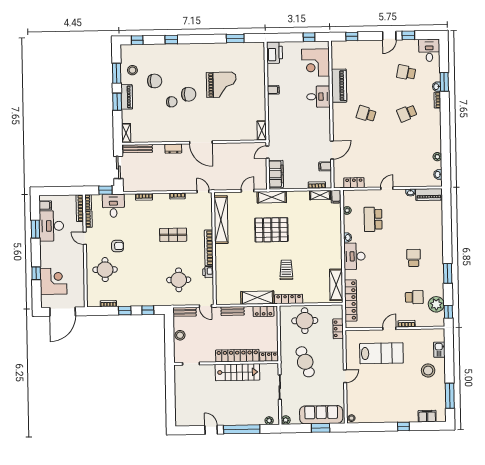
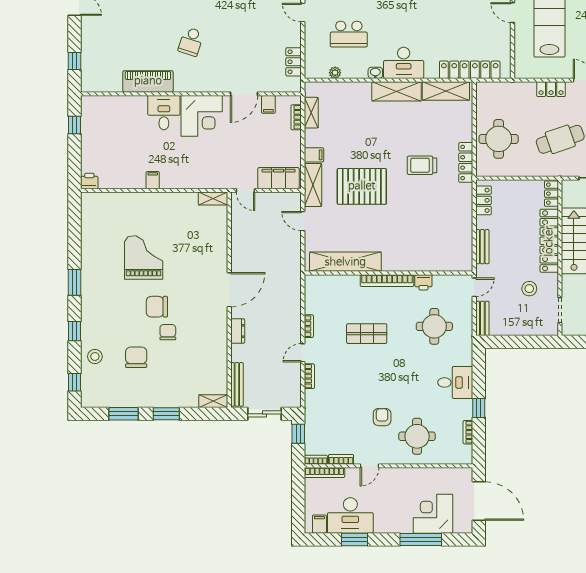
window: (235, 38) -> (75, 282), moved
printer: (274, 53) -> (89, 181), width x0.53, depth x0.68
corner desk: (316, 63) -> (202, 116), moved
stool: (132, 70) -> (95, 356), moved
chair: (189, 94) -> (157, 307), turned -90
piano: (127, 97) -> (159, 399), removed
door: (332, 150) -> (244, 94), swing flipped
door: (203, 191) -> (303, 353), moved
filing cabinet: (336, 197) -> (314, 155), moved
desk: (113, 206) -> (455, 382), moved, turned 180
pallet: (271, 230) -> (362, 186), turned 90
shop shelf: (173, 235) -> (367, 334), turned 90
window: (36, 273) -> (421, 539), width x2.17
shelving: (257, 298) -> (397, 91), moved, turned 90
window: (148, 310) -> (479, 373), removed
locker: (338, 329) -> (551, 89), moved
stool: (180, 335) -> (529, 289), moved

